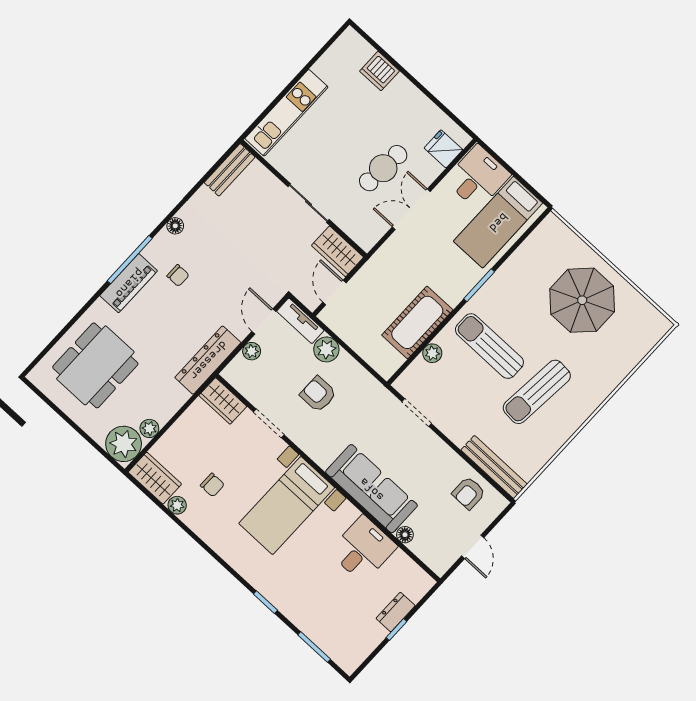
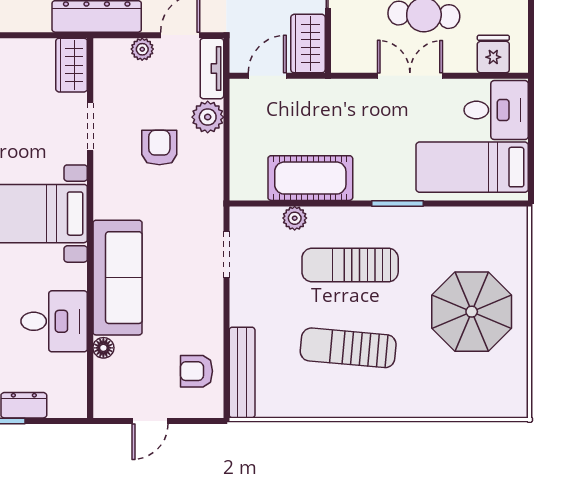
sun lounger: (489, 346) -> (350, 265), turned -90

